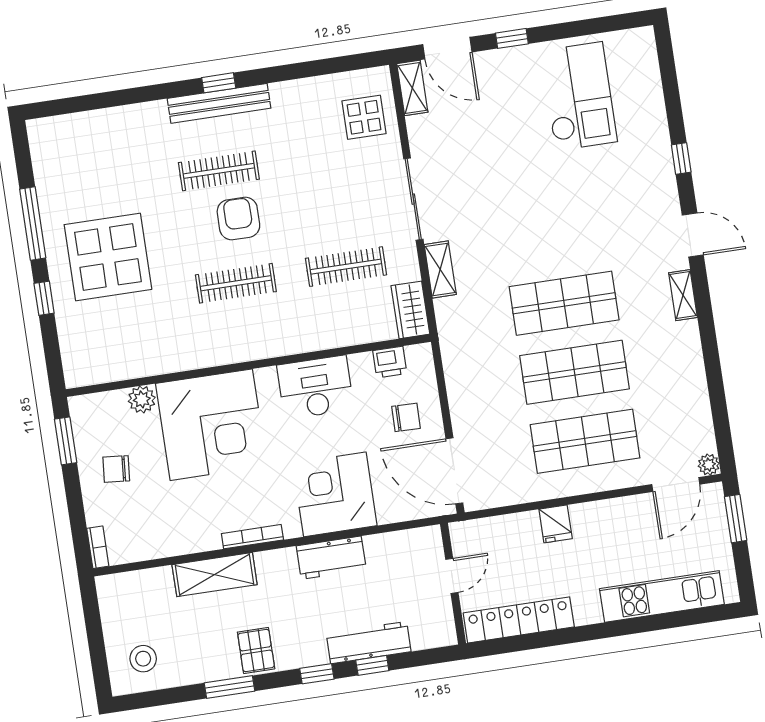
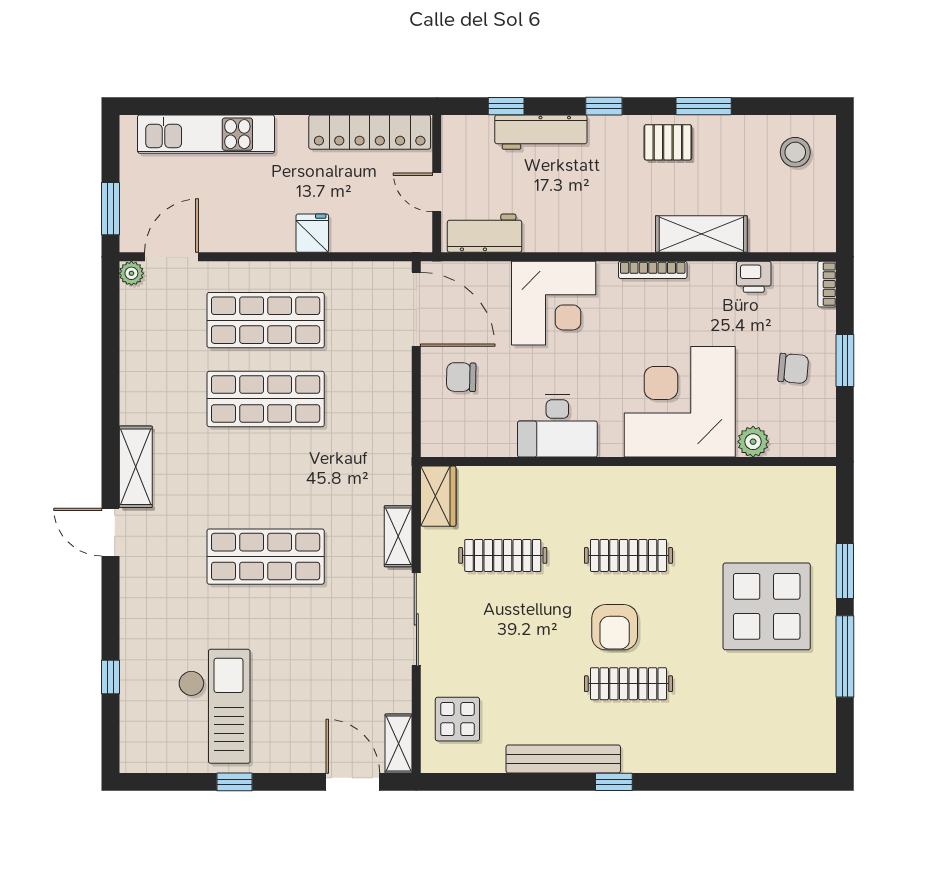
window: (512, 38) -> (235, 782), moved
checkout: (579, 96) -> (214, 706), turned 180
bench: (219, 103) -> (563, 759), moved
window: (681, 158) -> (111, 677), moved
shelving: (683, 295) -> (136, 467), width x1.50, depth x1.33
window: (44, 298) -> (845, 571), width x1.50
shop shelf: (564, 303) -> (266, 557), moved
printer: (390, 362) -> (754, 277), moved, turned 180
window: (66, 441) -> (845, 361), moved
workbench: (331, 558) -> (485, 233), moved
door: (452, 576) -> (437, 192), hinge flipped
pallet: (256, 650) -> (668, 142), turned 90
window: (372, 665) -> (506, 106), moved

